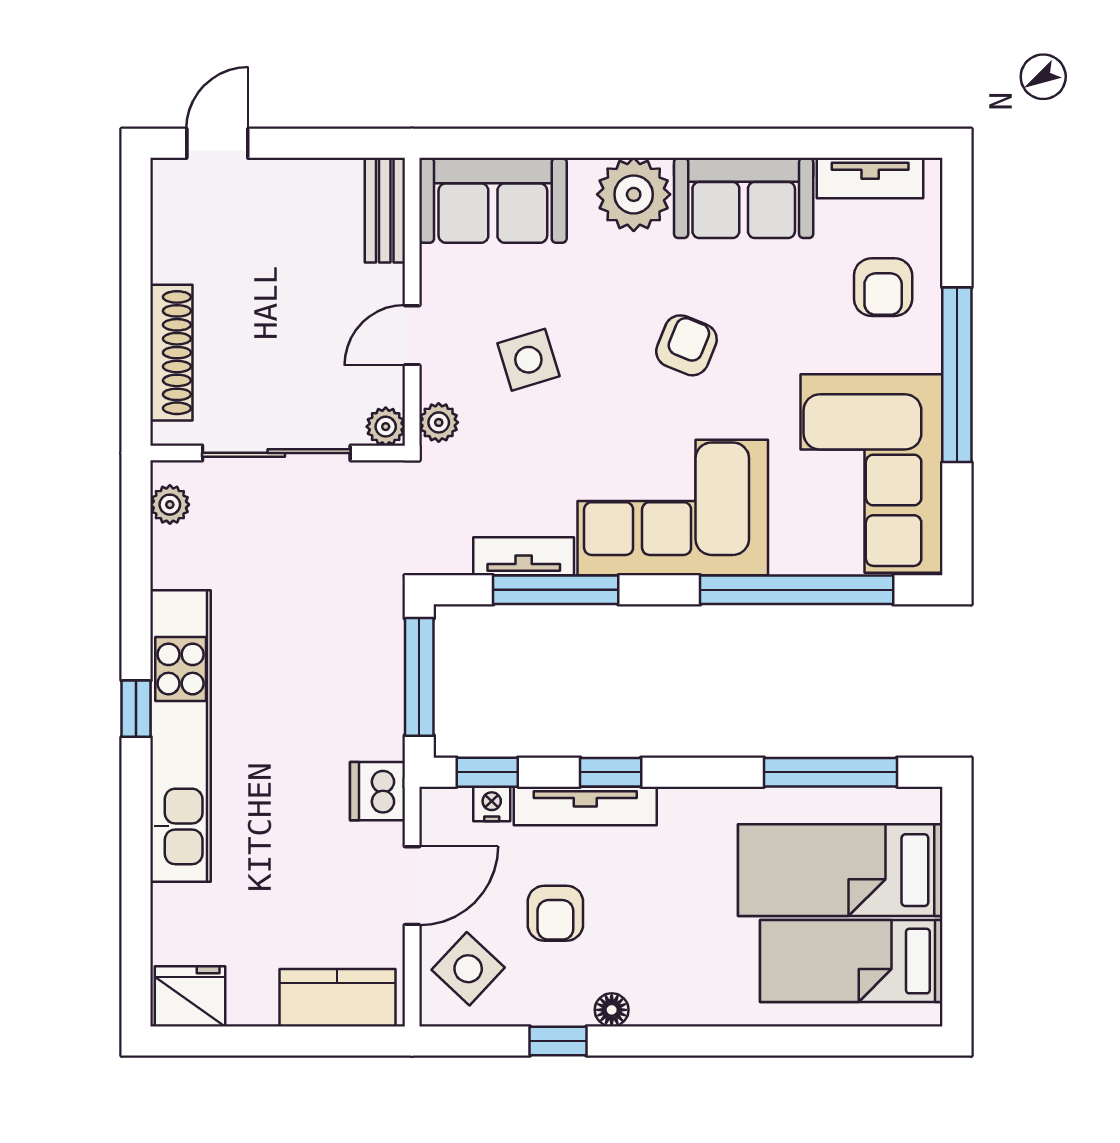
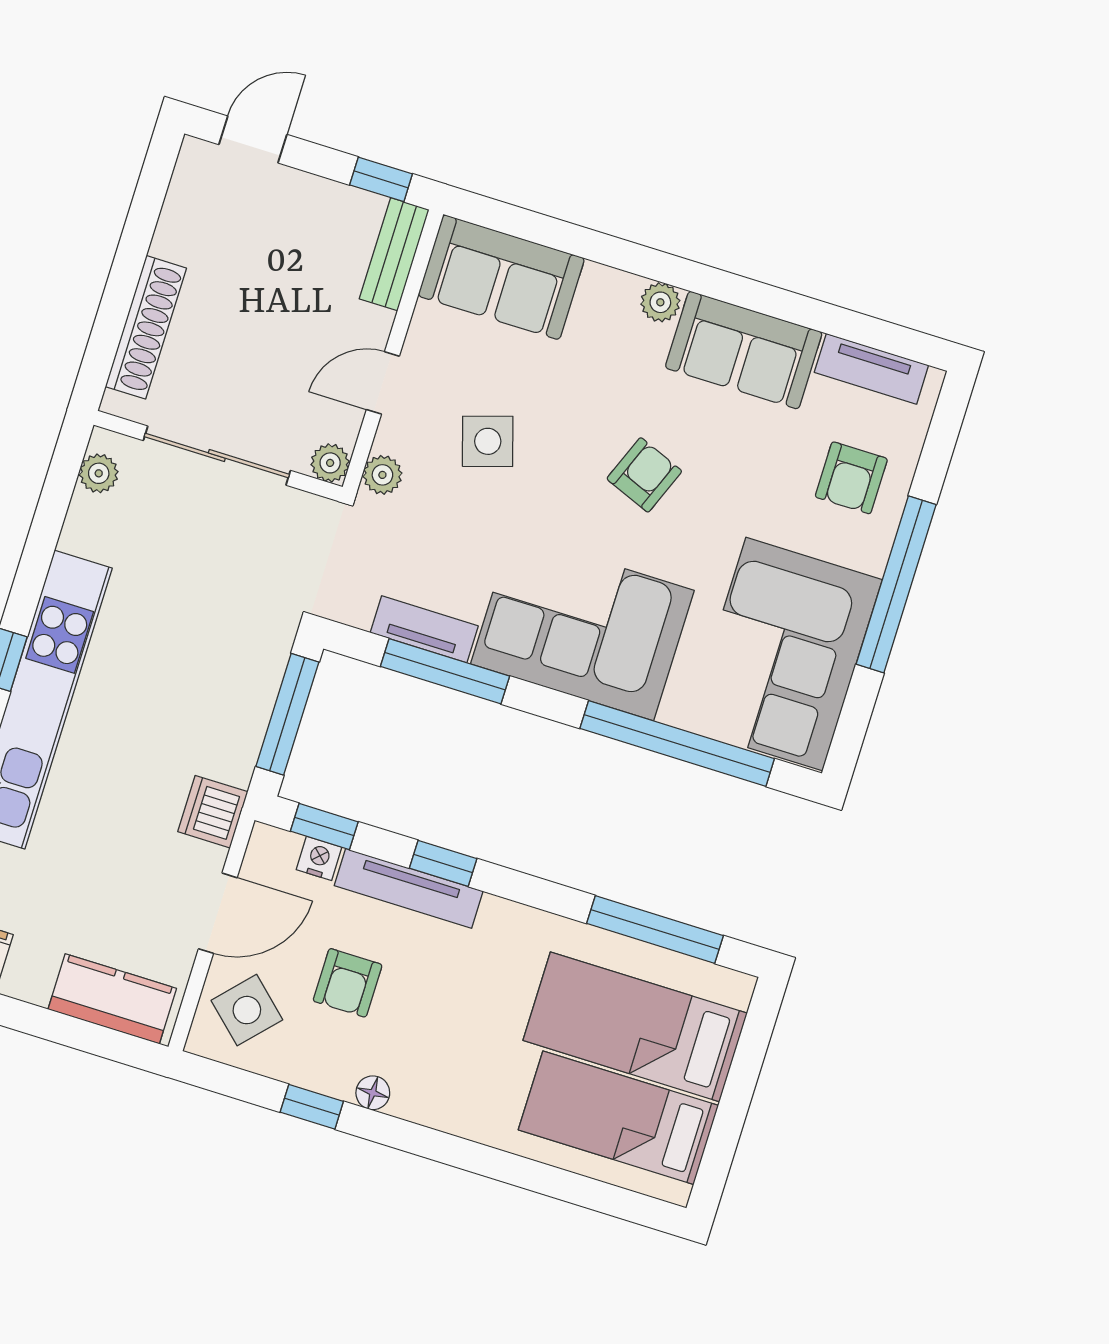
window: (350, 143) -> (381, 179), added
plant: (634, 194) -> (660, 302), width x0.53, depth x0.53

